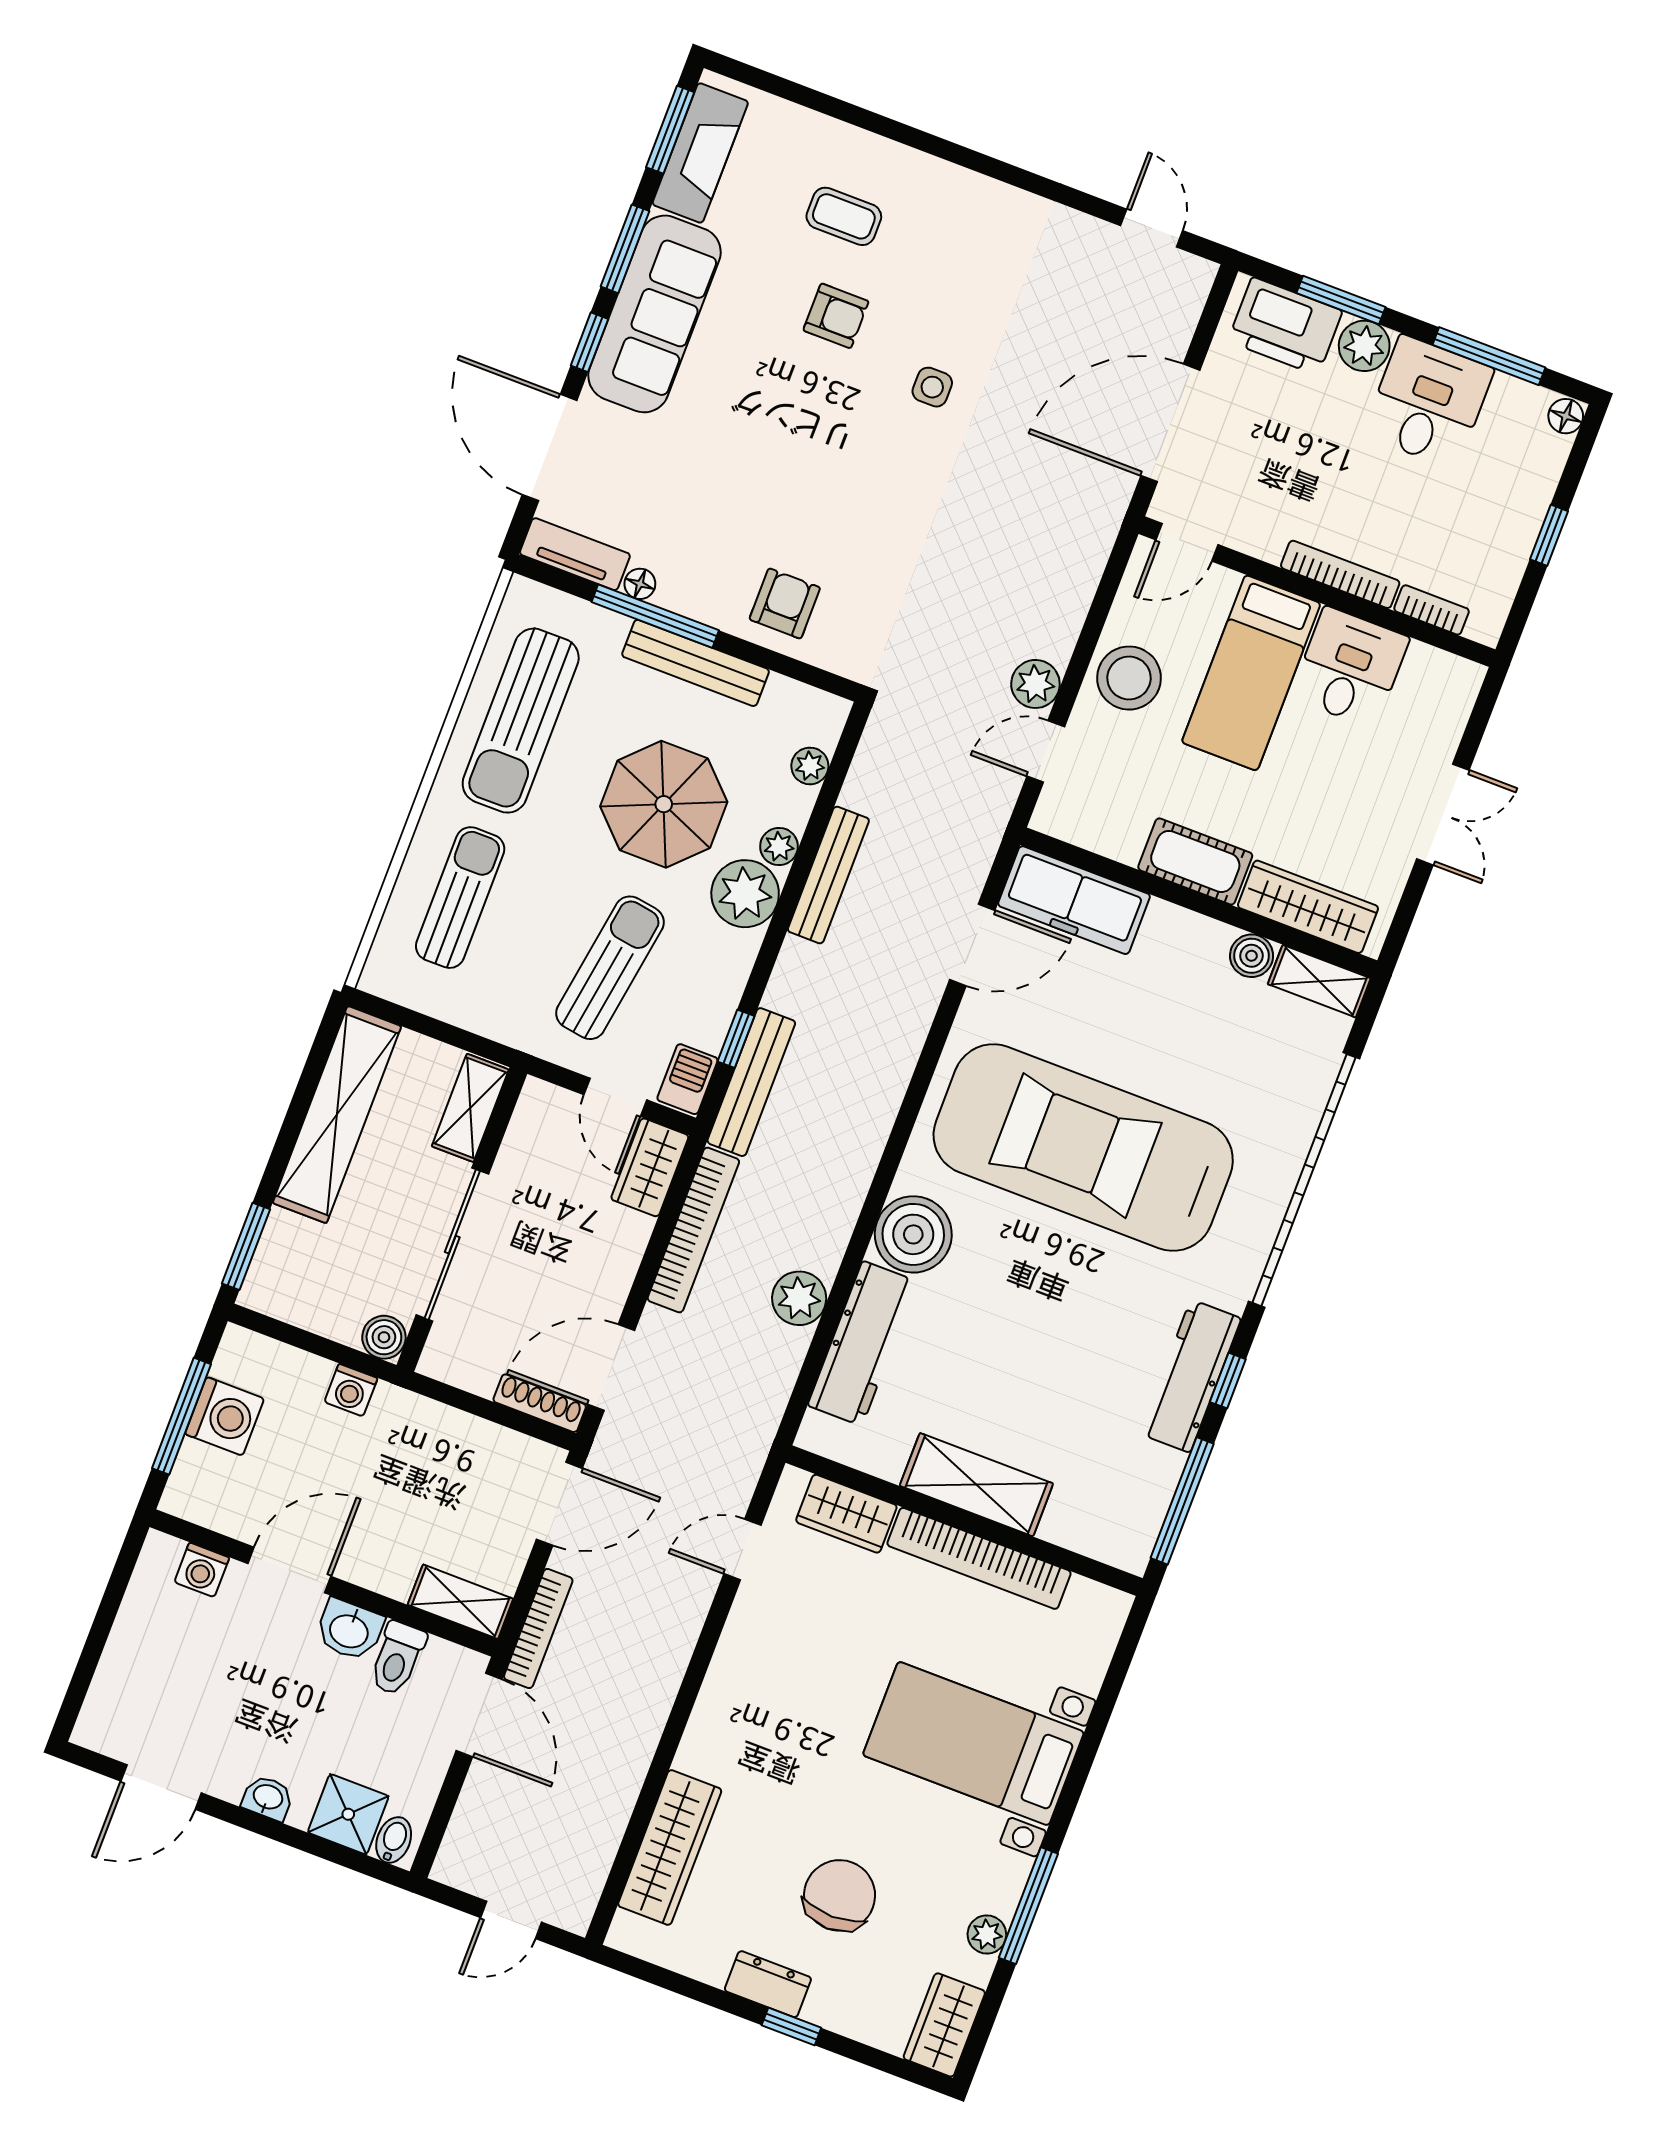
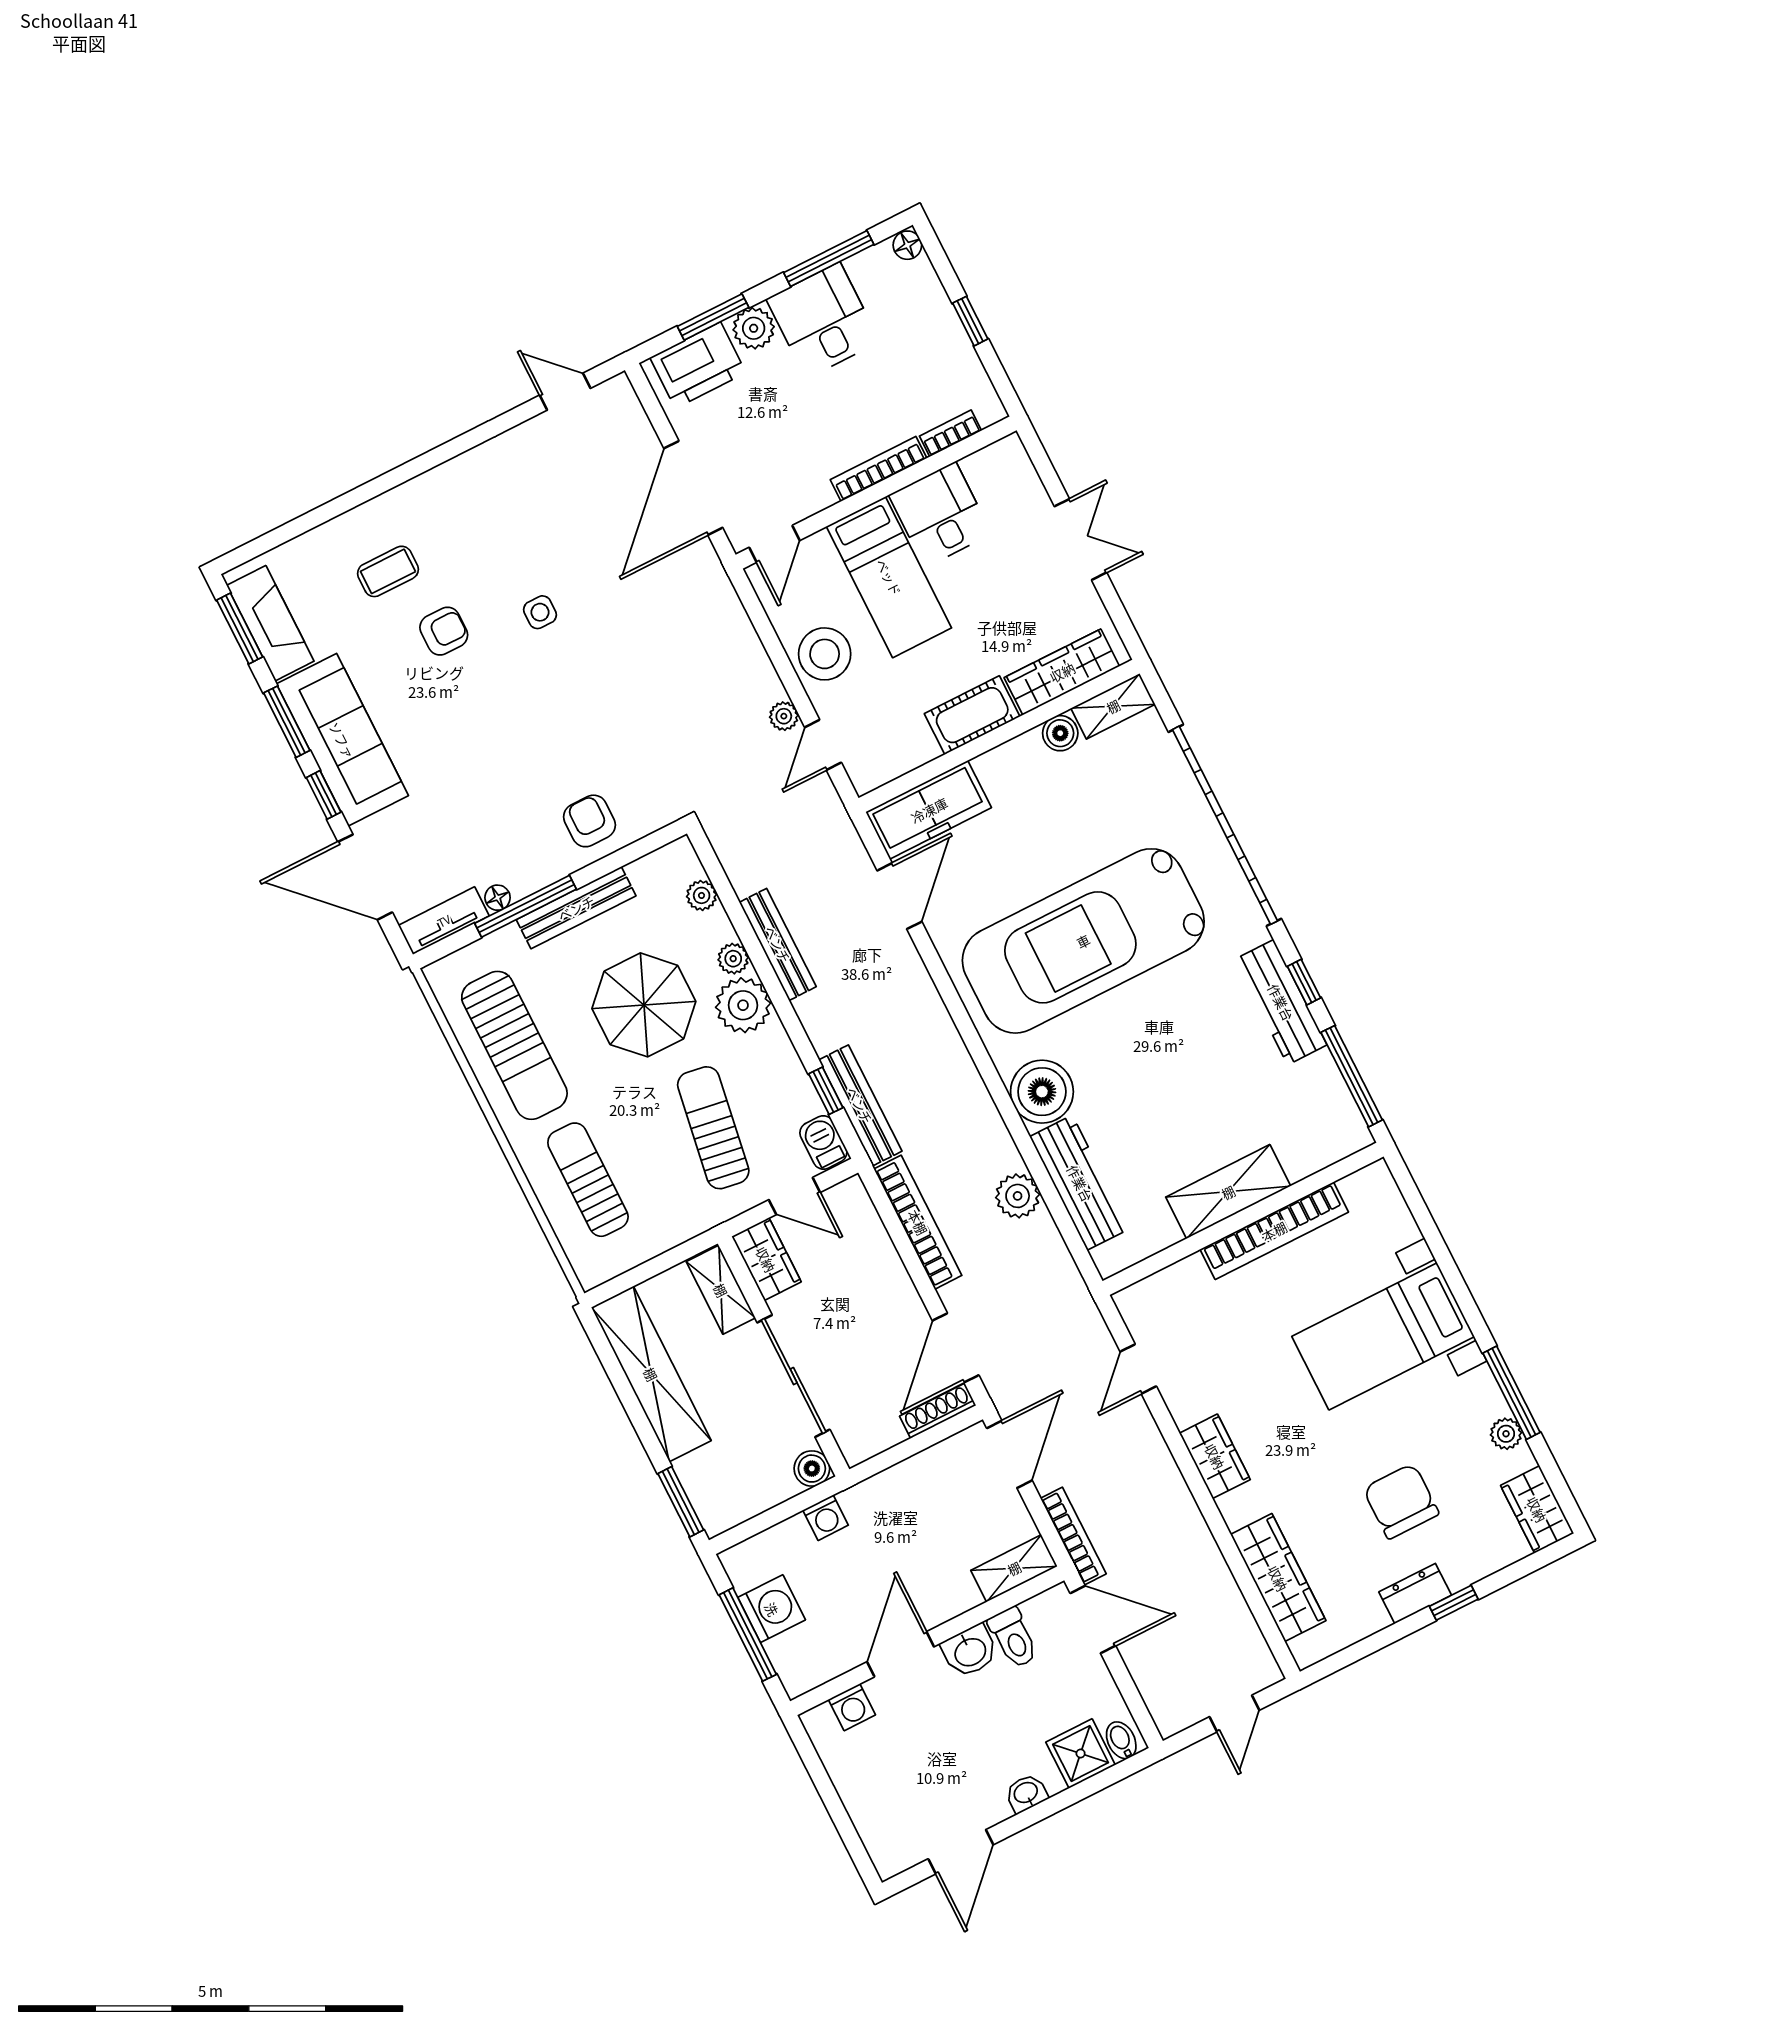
plant: (1035, 684) -> (784, 716), width x0.73, depth x0.73
wardrobe: (650, 1167) -> (766, 1259), moved, turned 180
wardrobe: (846, 1514) -> (1215, 1456), moved, turned -90

